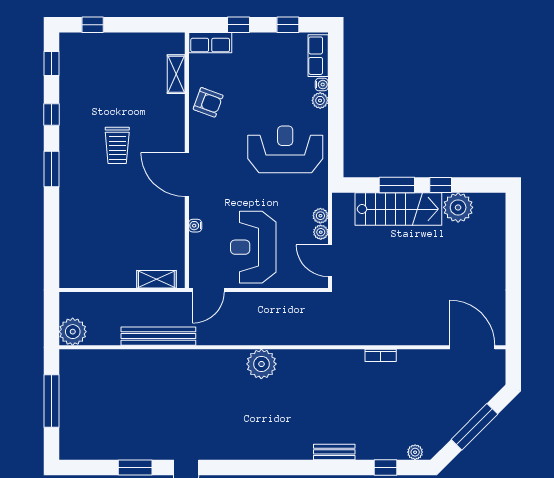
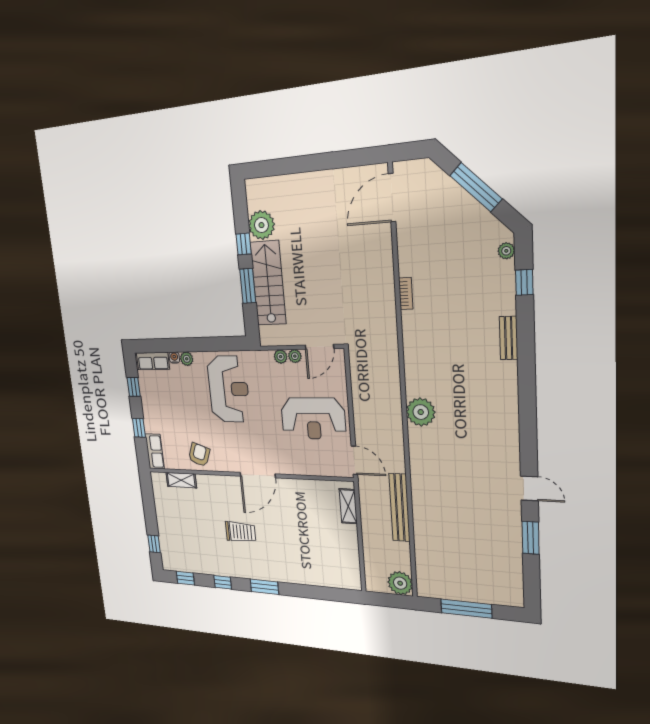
reception desk: (285, 149) -> (229, 389), turned 180
water cooler: (195, 226) -> (299, 470), removed

